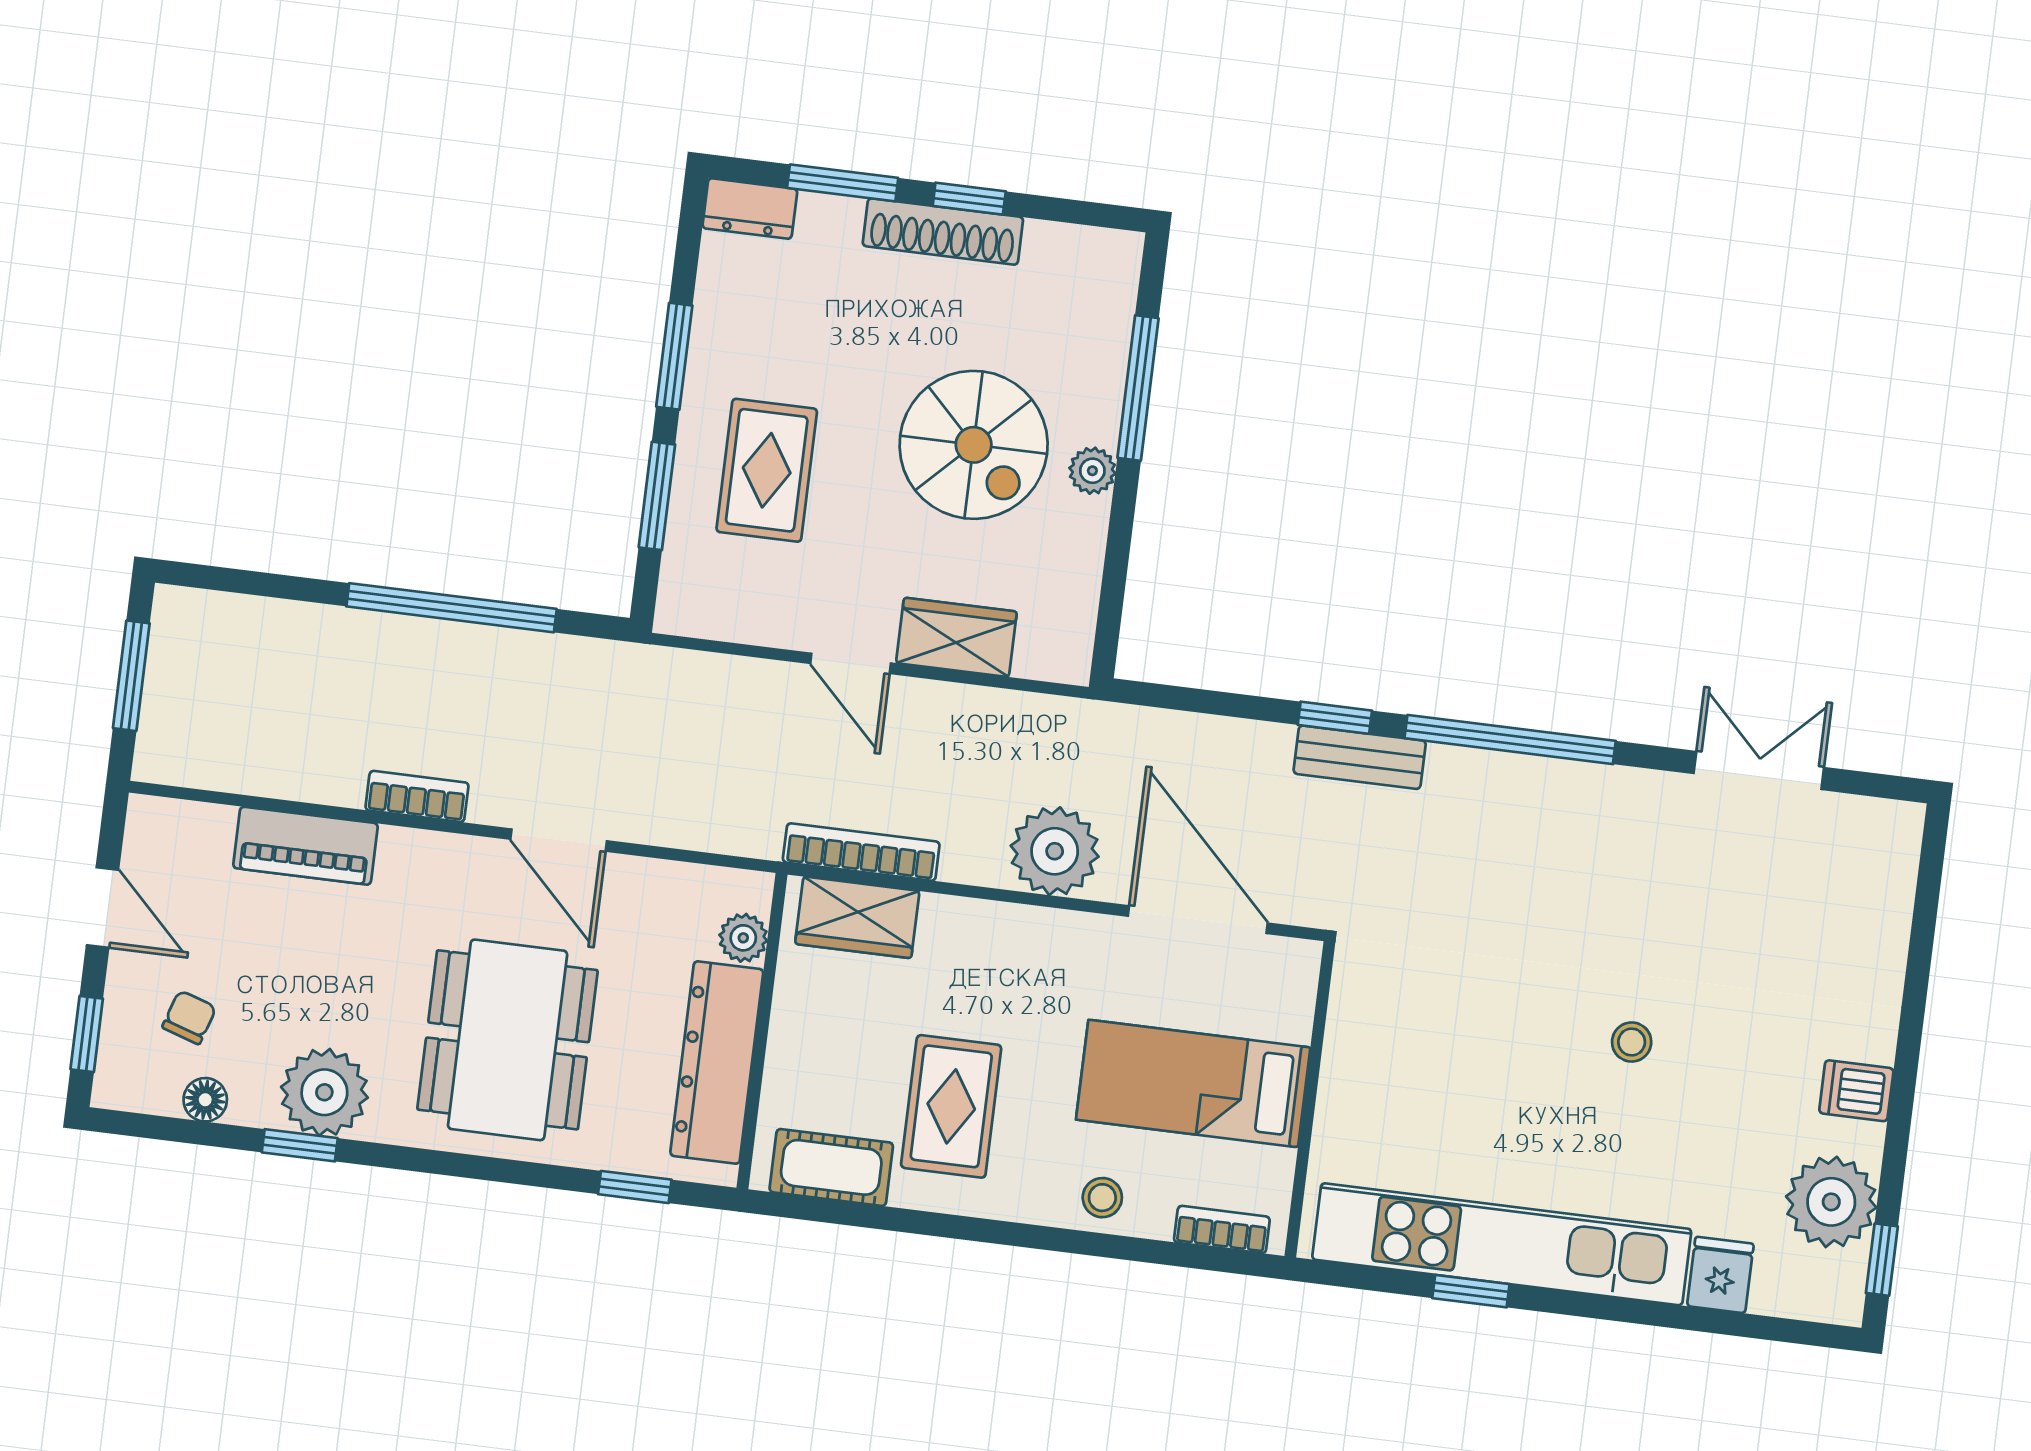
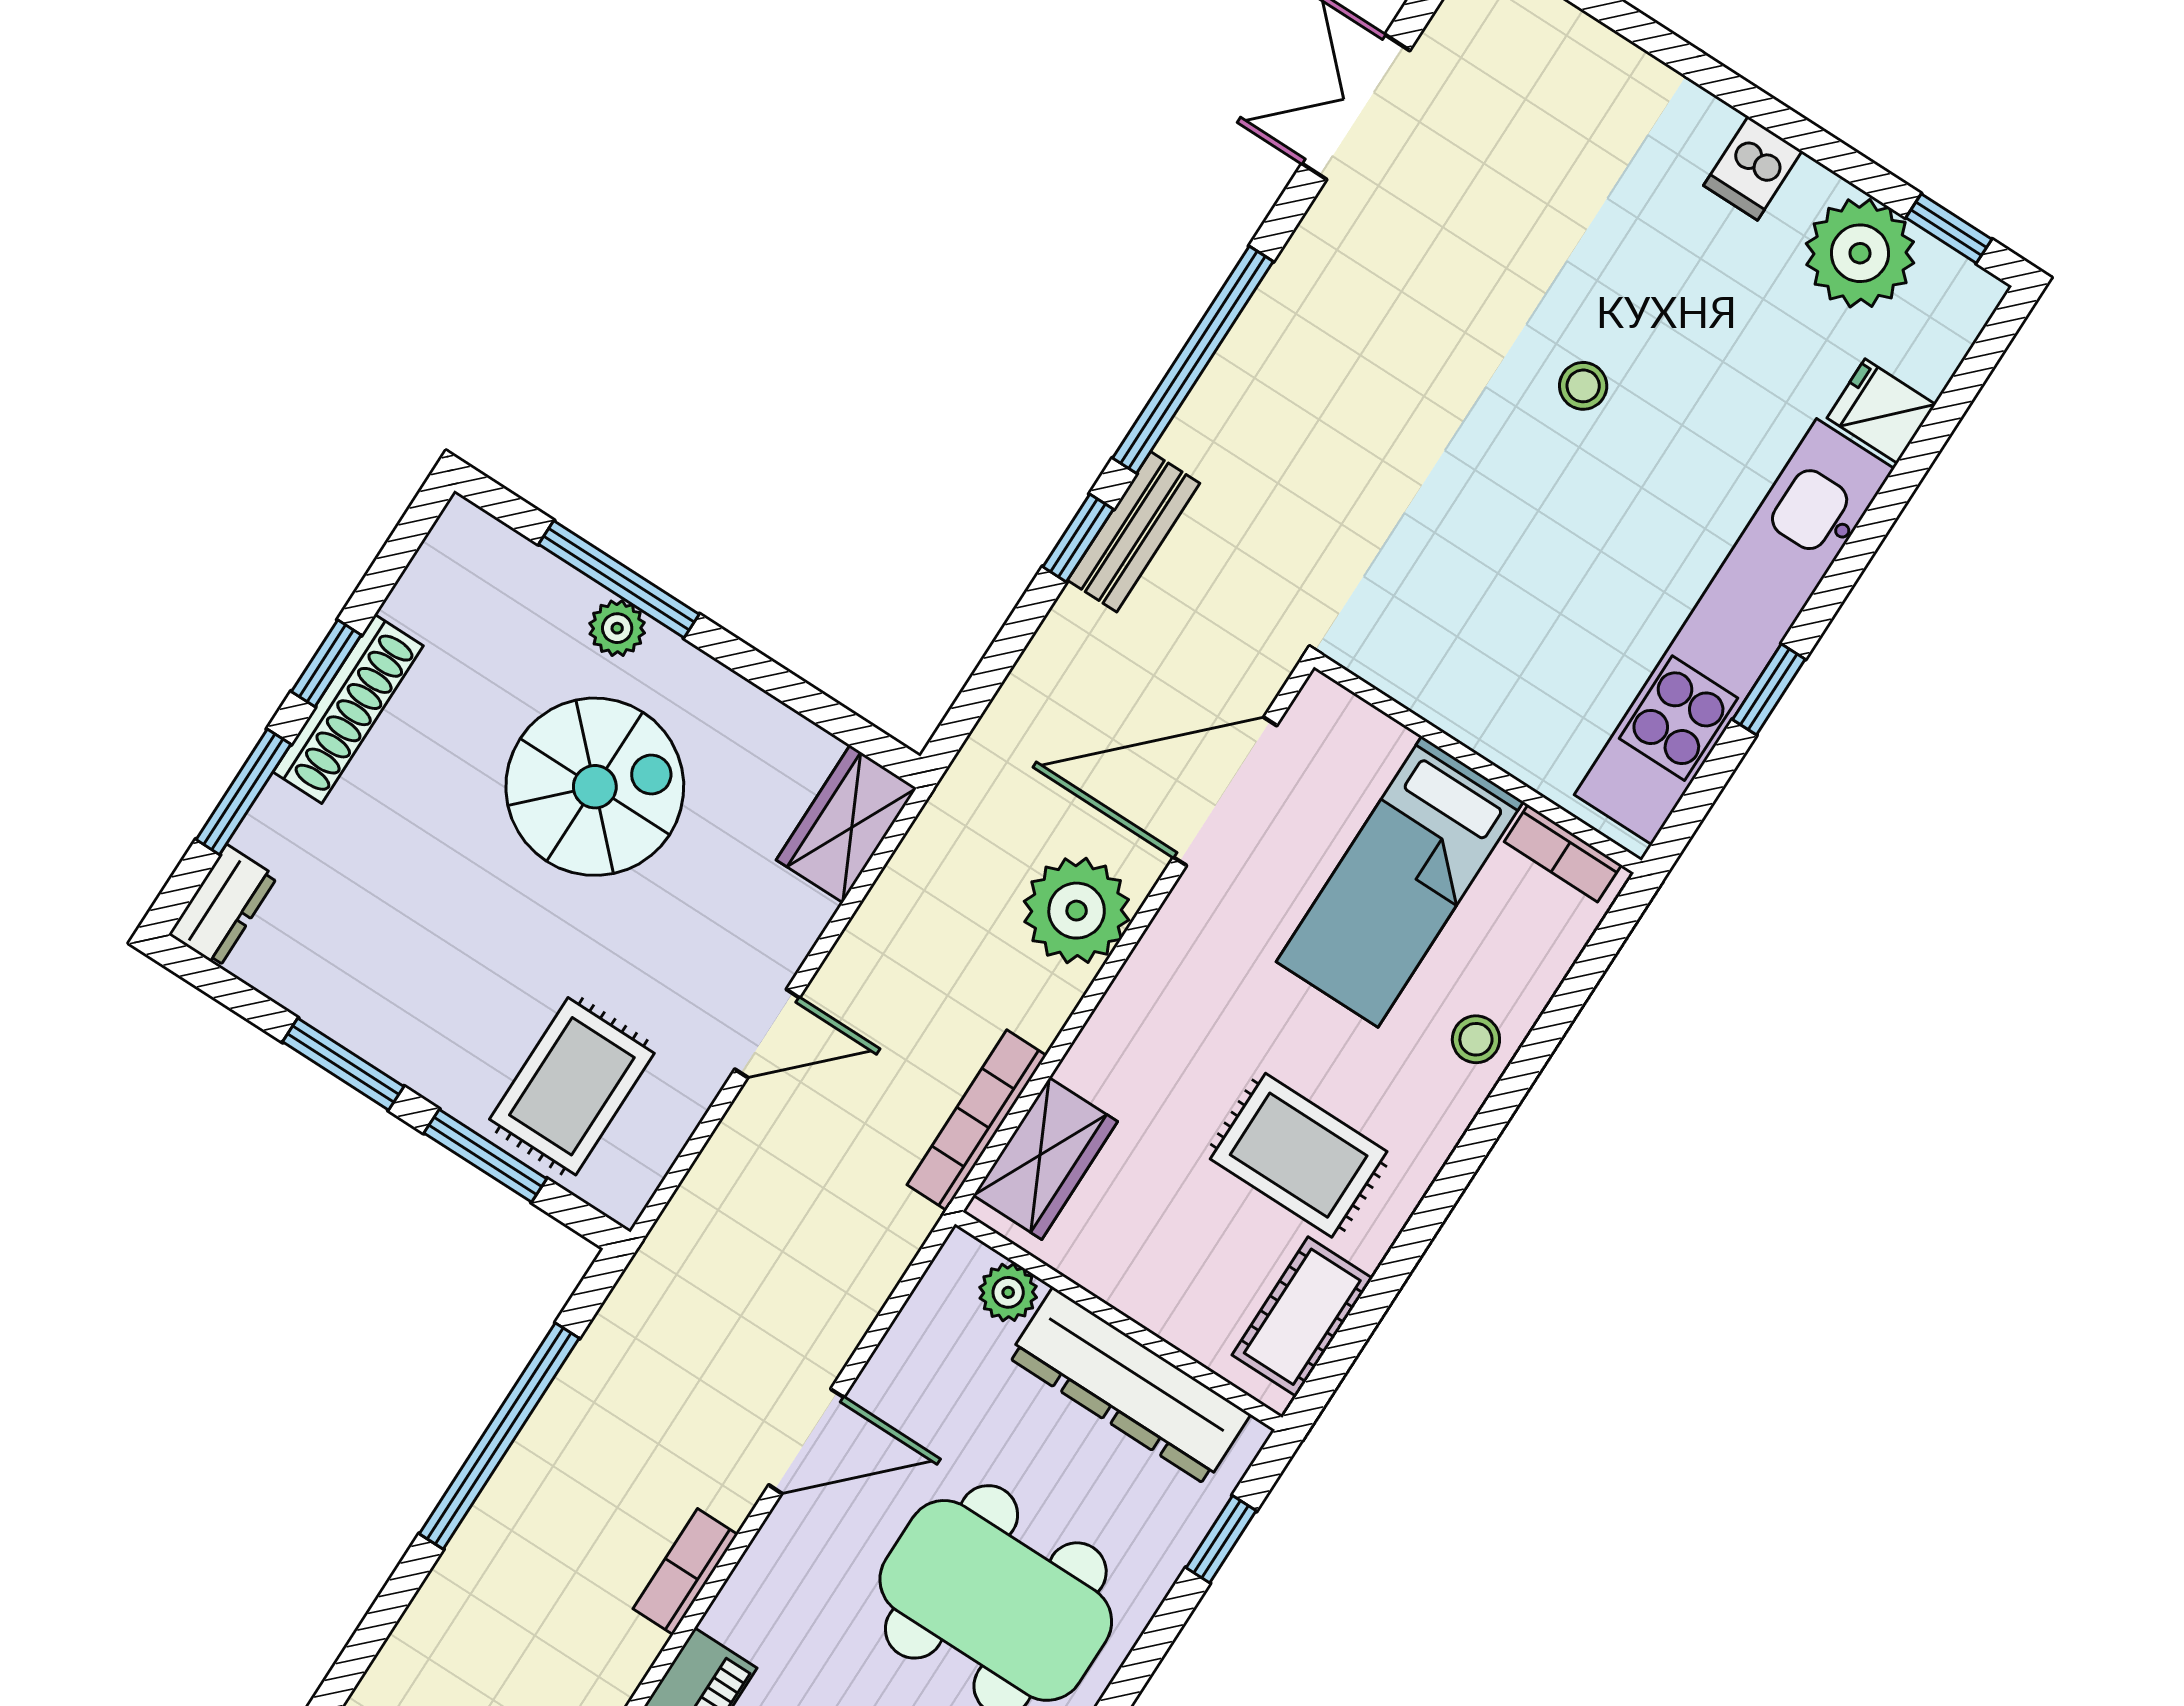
rug: (767, 470) -> (572, 1086), moved, turned 90
plant: (1092, 471) -> (617, 628), moved
wardrobe: (956, 637) -> (847, 824), moved
bookcase: (1222, 1230) -> (1563, 853), moved, turned -90

